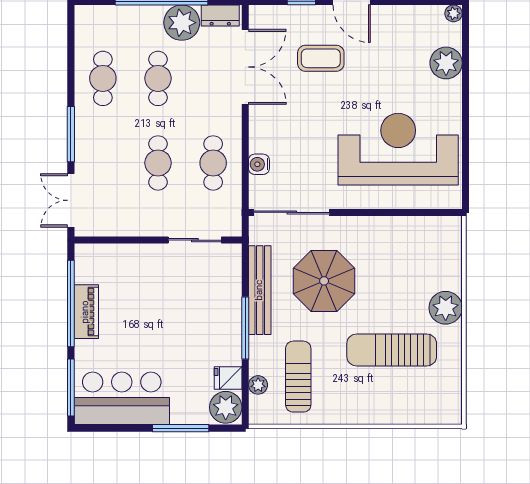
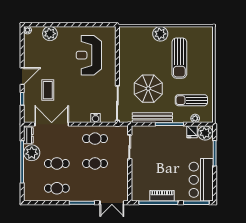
reception desk: (398, 149) -> (89, 55), width x0.74, depth x0.77

